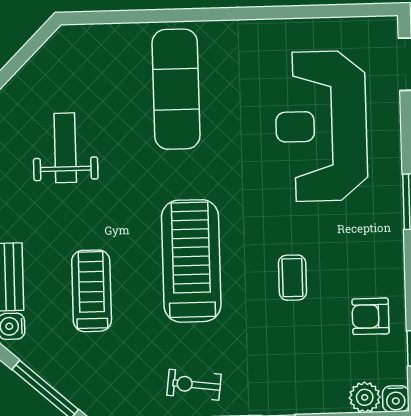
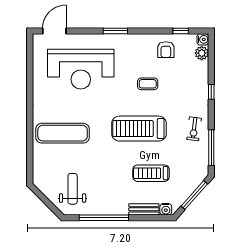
weight bench: (65, 148) -> (73, 189), moved, turned 90

